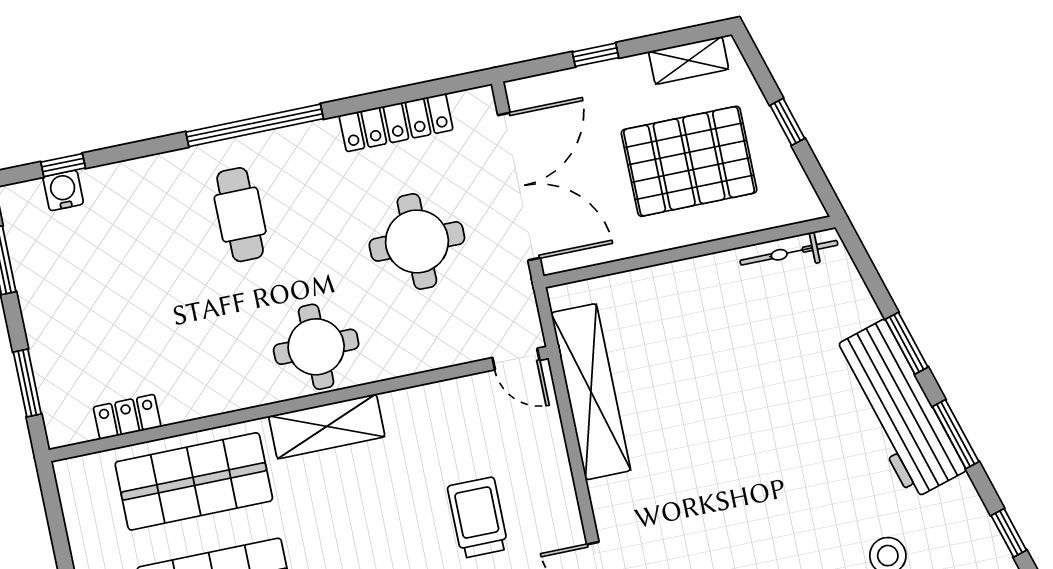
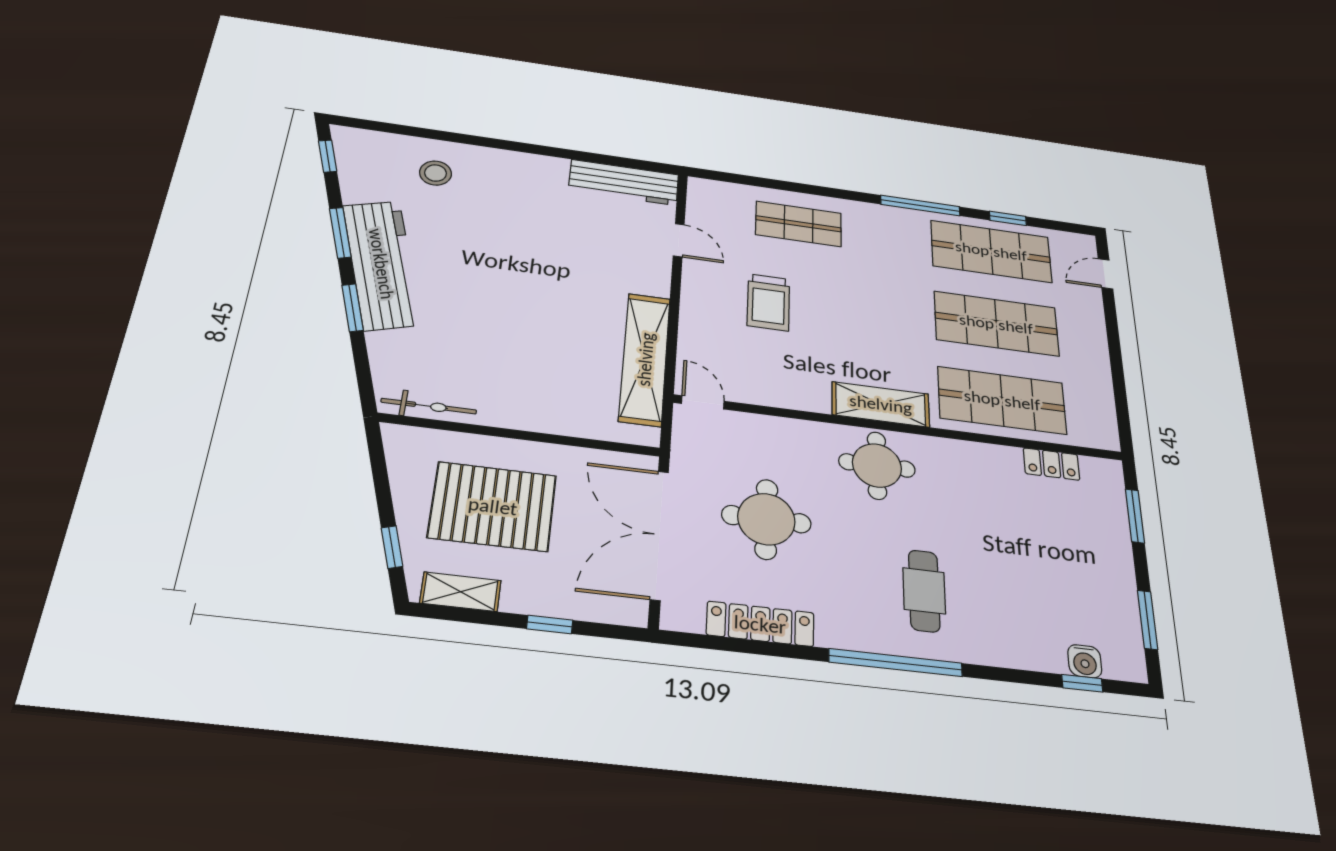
window: (787, 122) -> (392, 547), moved

